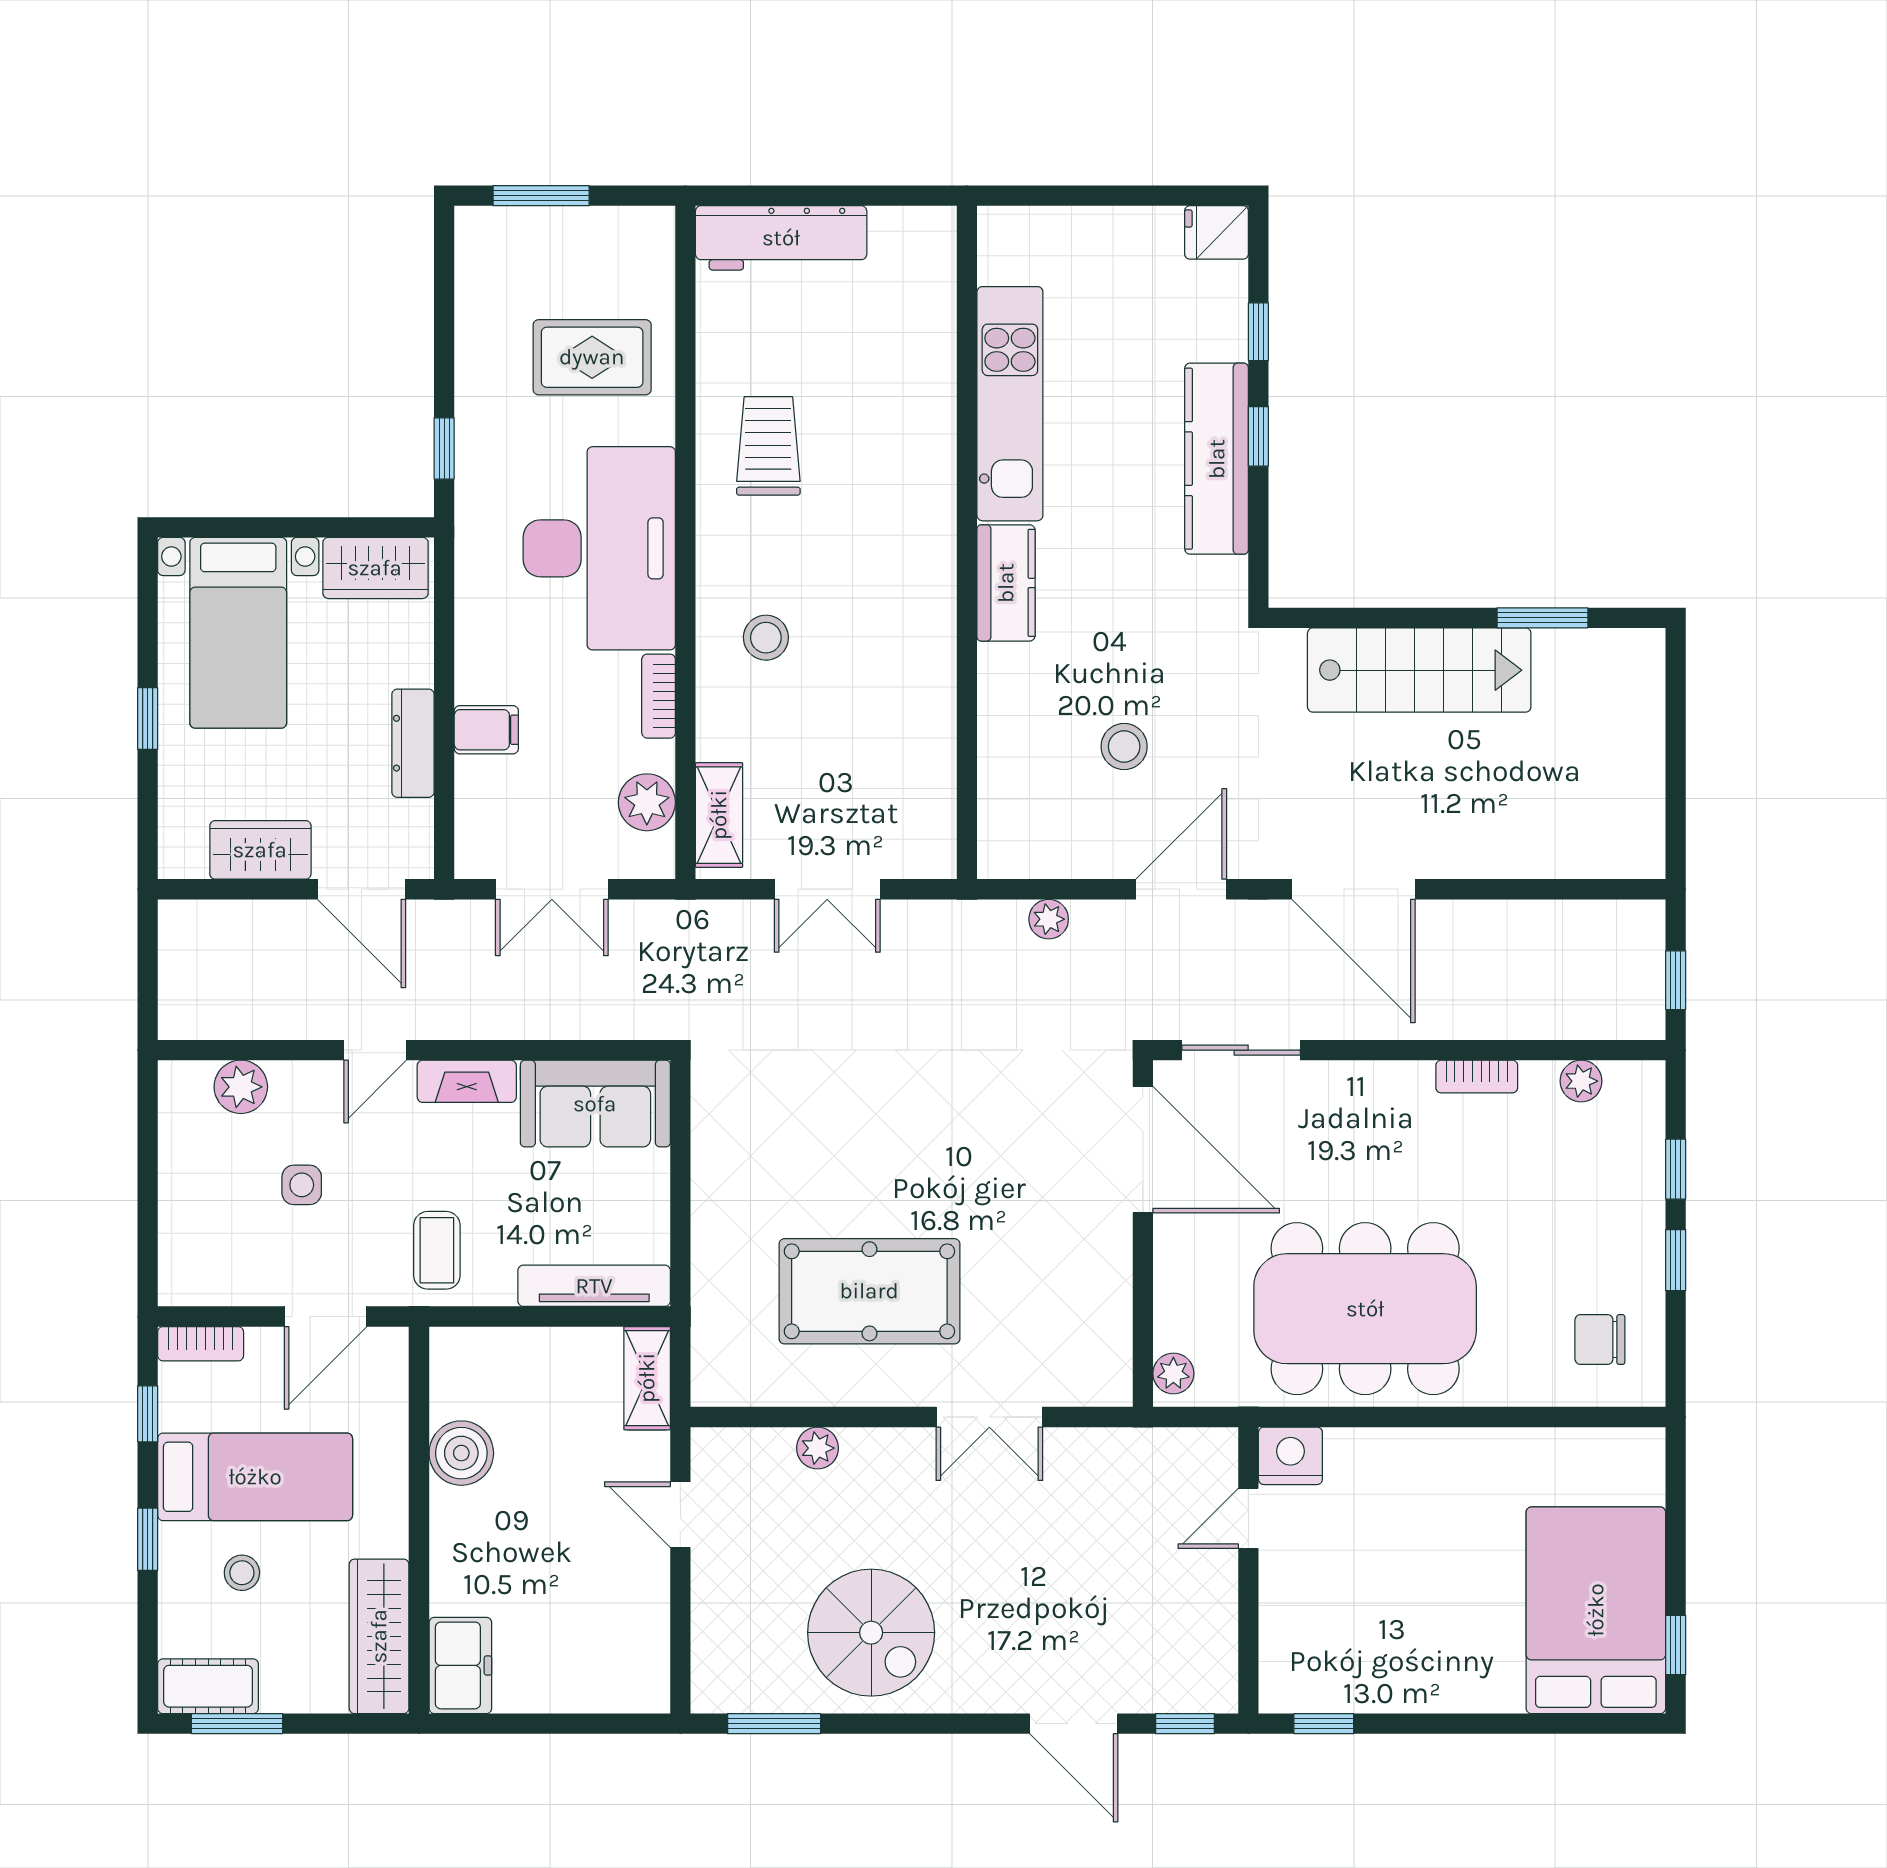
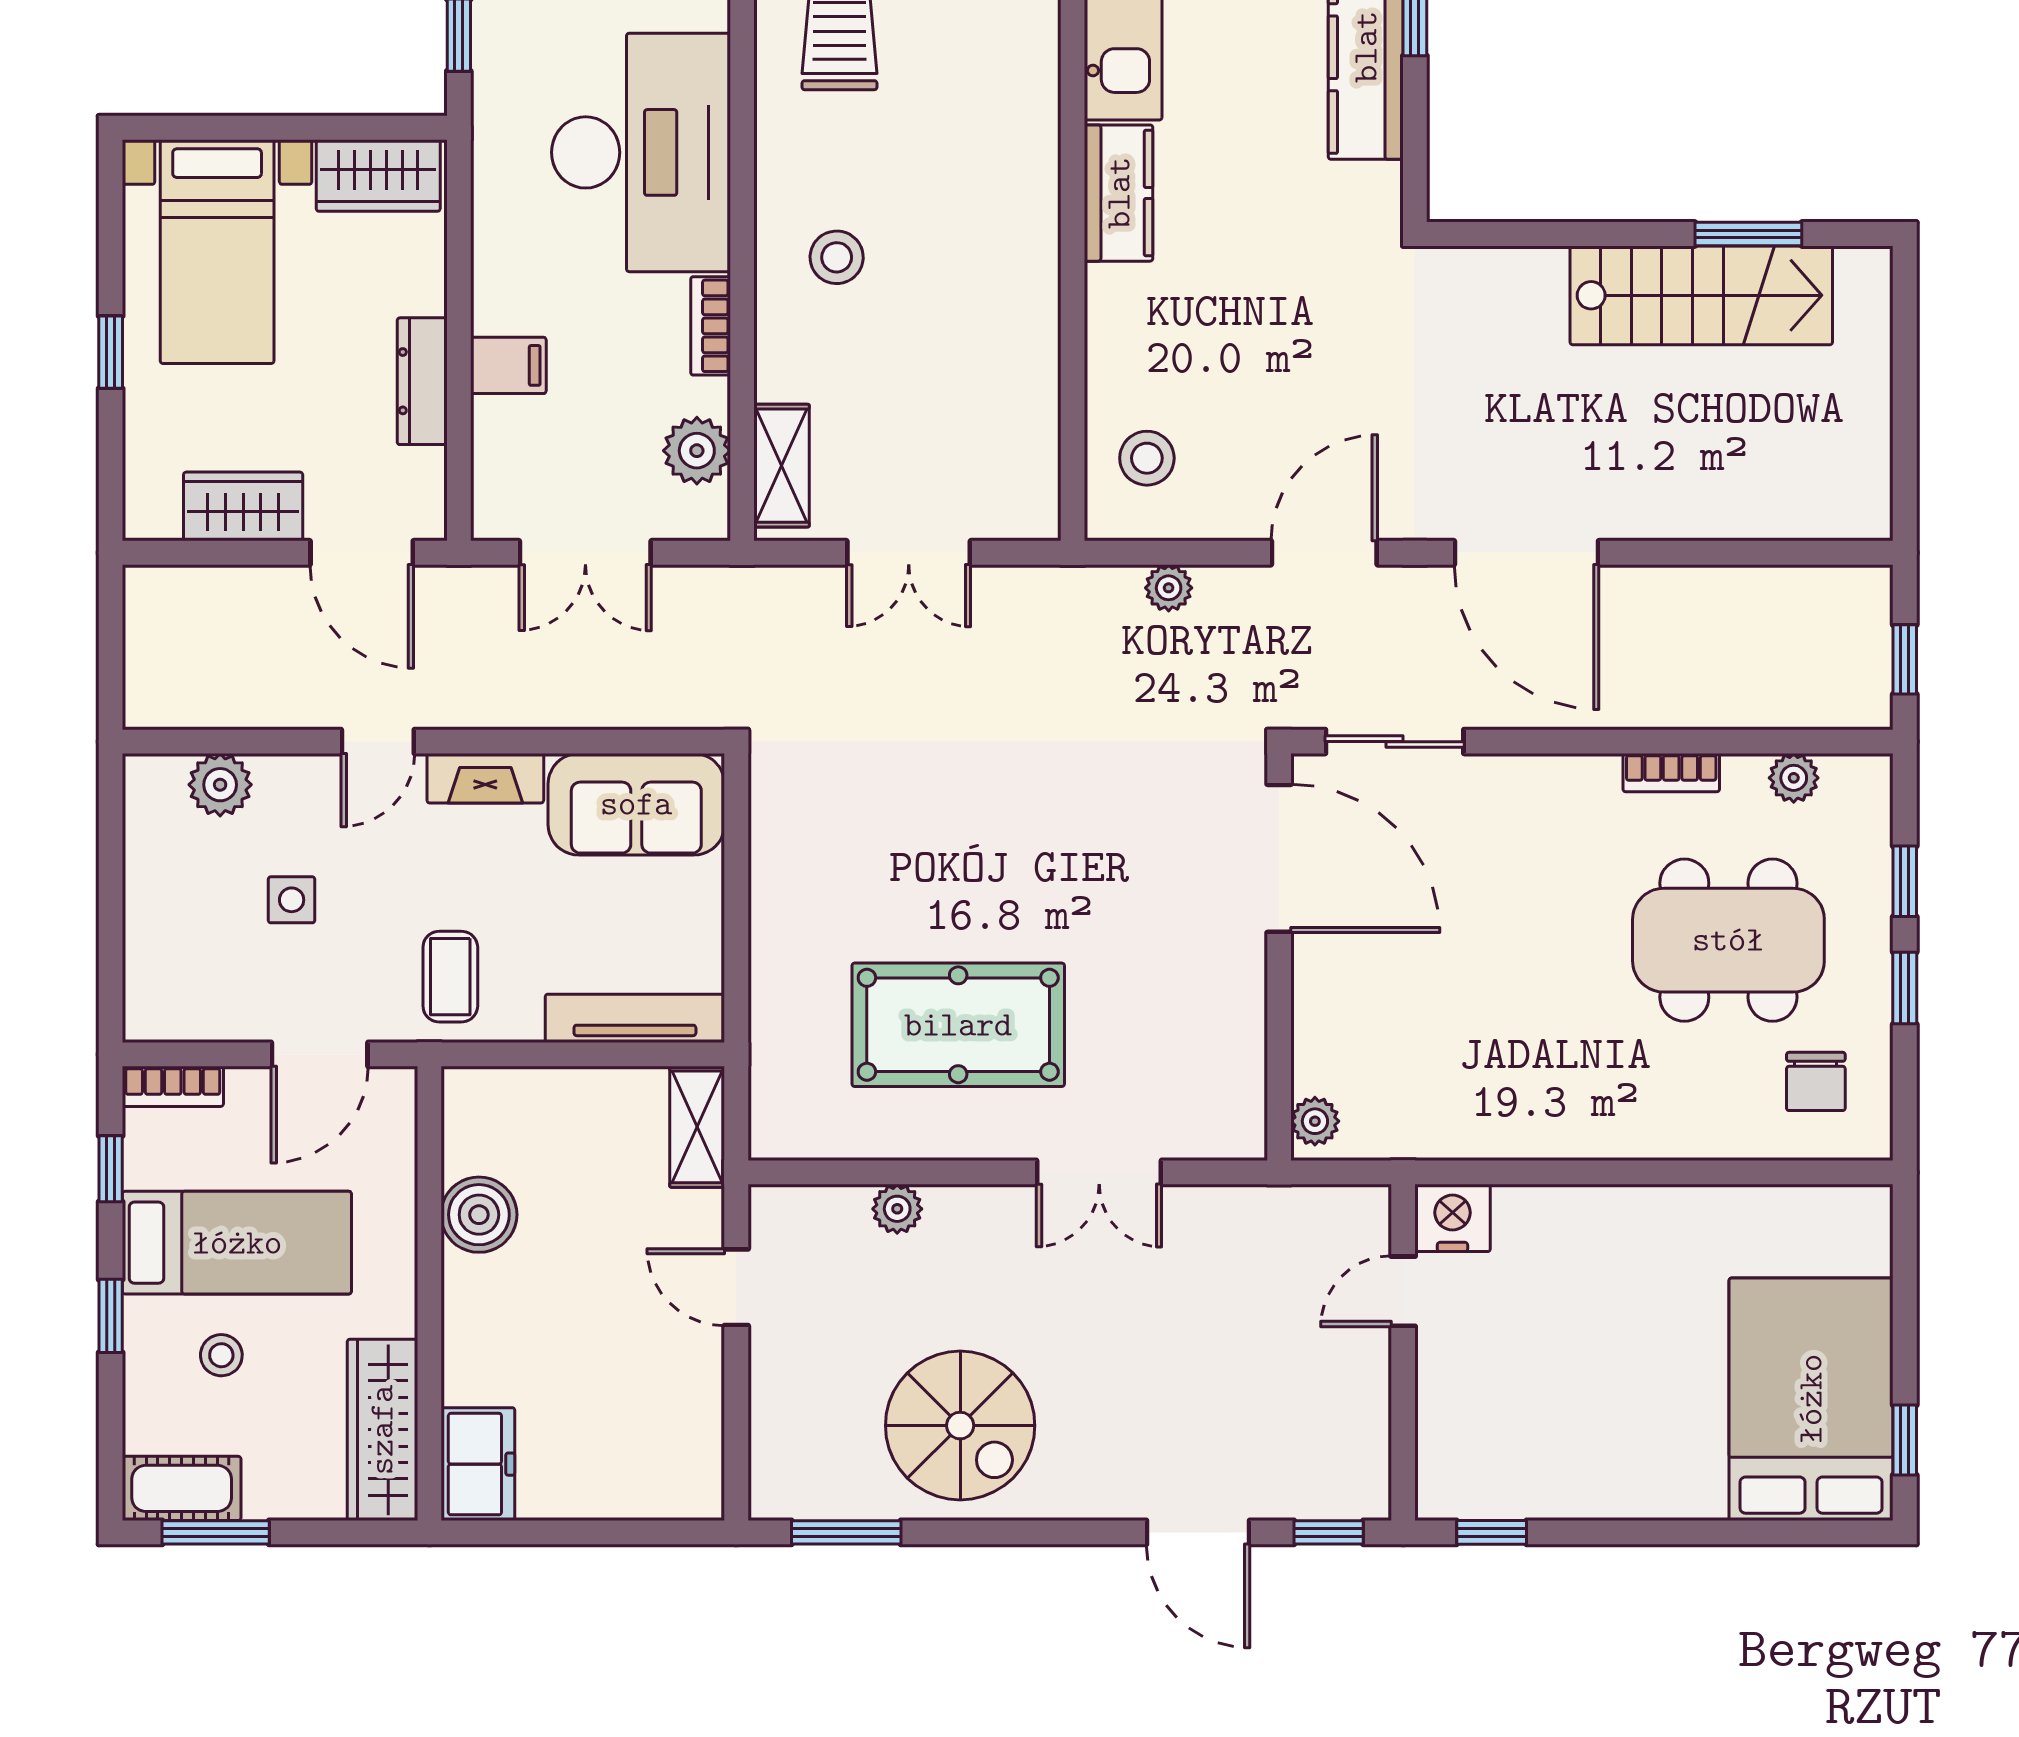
stairs: (1419, 670) -> (1701, 295), moved
stool: (1124, 746) -> (1147, 458), moved
dining table: (1365, 1309) -> (1728, 940), moved, width x0.73, depth x0.80
chair: (1600, 1340) -> (1816, 1081), turned -90

